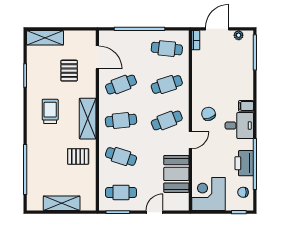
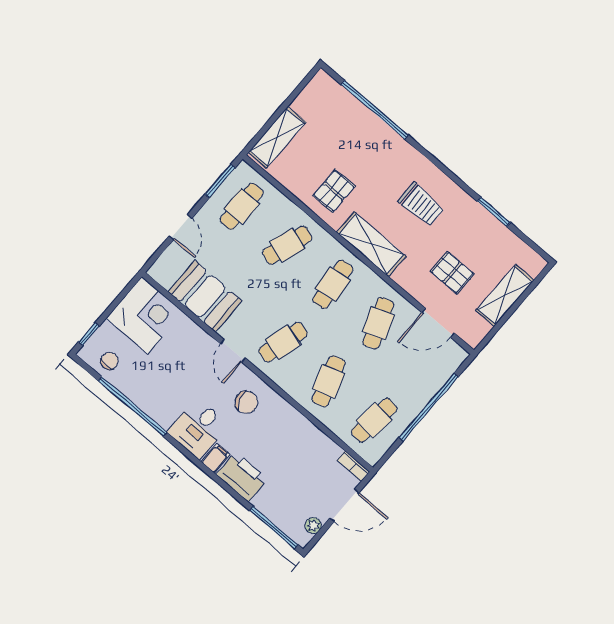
door: (217, 29) -> (344, 505), hinge flipped
shelving: (45, 38) -> (505, 295), moved
cafe table: (167, 120) -> (283, 342), turned 36
printer: (244, 163) -> (242, 477), moved
shelving: (62, 203) -> (277, 137), moved

